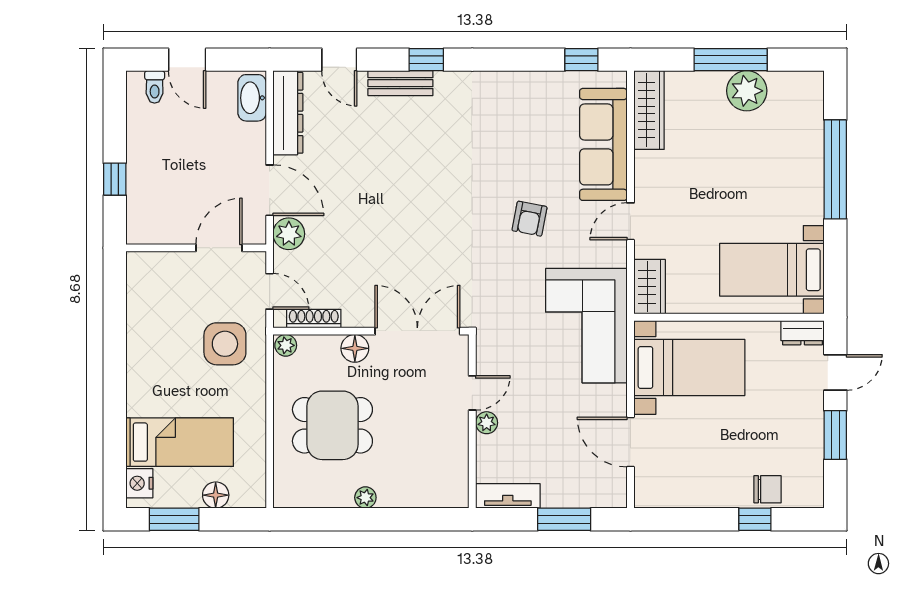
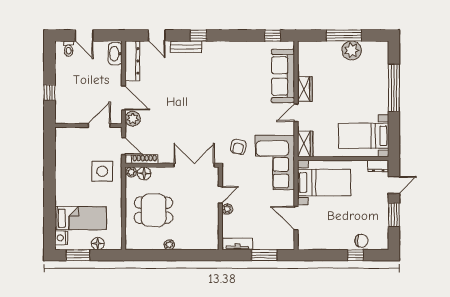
wardrobe: (649, 110) -> (305, 89), moved, width x0.67
armchair: (530, 219) -> (238, 147), moved
floor lamp: (355, 348) -> (144, 173), moved

